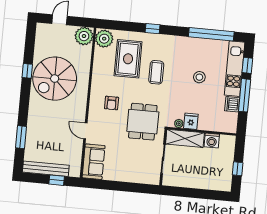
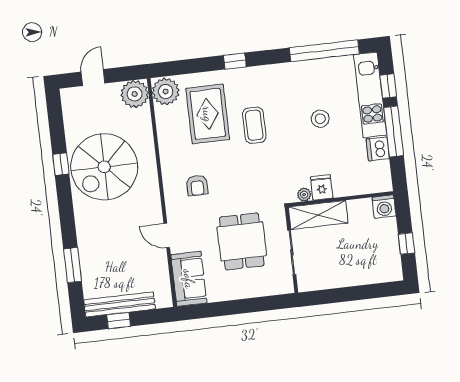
dining table: (143, 122) -> (242, 241), moved
washing machine: (212, 141) -> (384, 207), moved
window: (57, 180) -> (119, 321), moved

